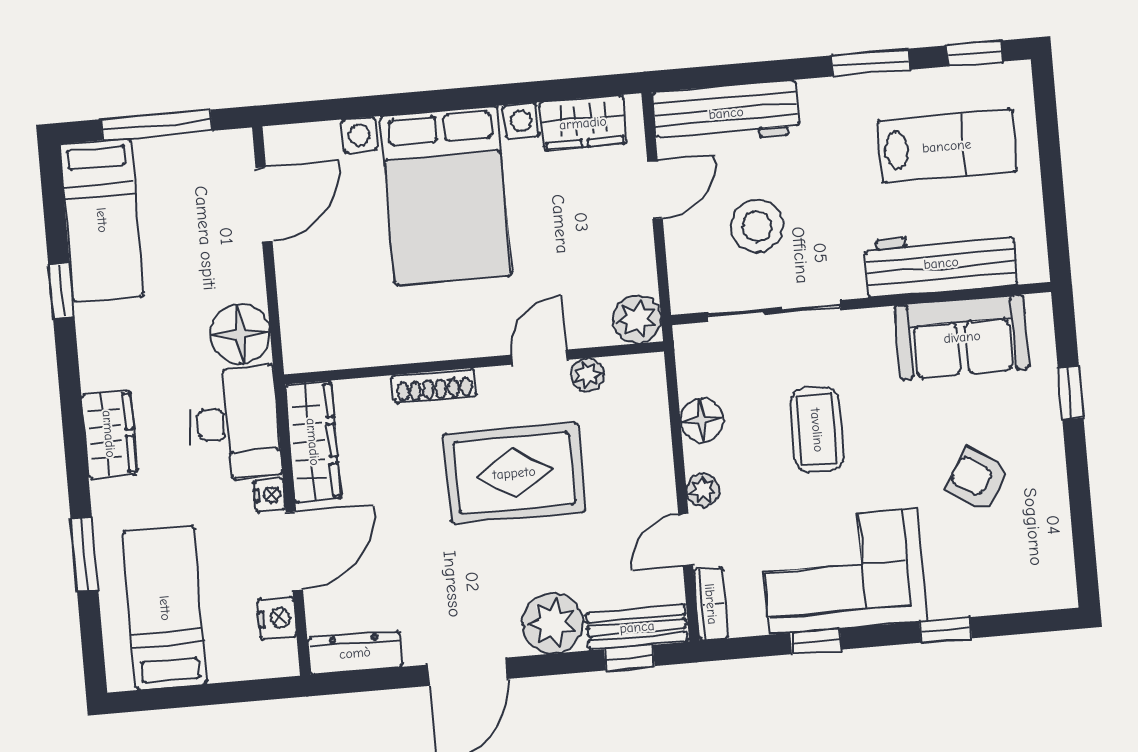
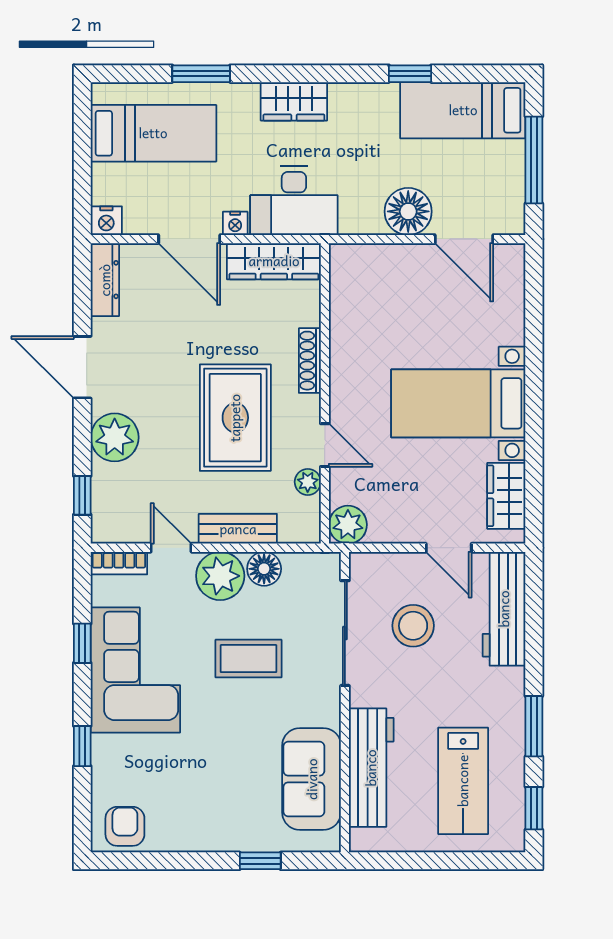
bed with nightstands: (446, 196) -> (458, 403), width x0.73
floor lamp: (240, 334) -> (408, 211), moved
armchair: (977, 479) -> (125, 826), moved, turned -33
plant: (703, 490) -> (220, 576), width x1.88, depth x1.88
nightstand: (277, 618) -> (106, 221), moved
bench: (637, 627) -> (238, 529), moved, turned 90

